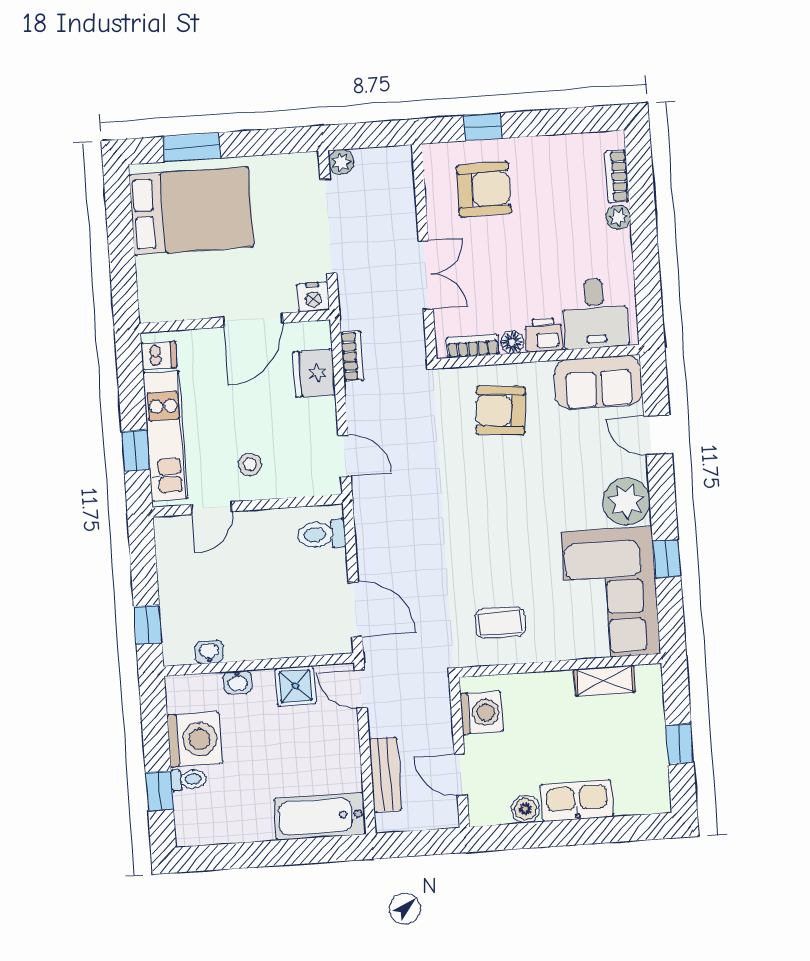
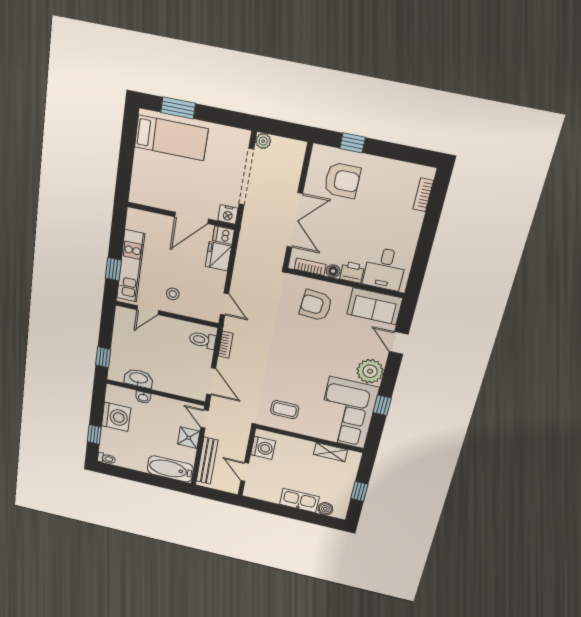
bed: (191, 211) -> (171, 138), width x0.67
plant: (618, 217) -> (416, 219), removed
double door: (426, 275) -> (295, 220), width x1.37
dishwasher: (159, 356) -> (223, 235), moved, turned 180
bookcase: (352, 356) -> (226, 345), moved
washbasin: (209, 652) -> (139, 378), width x1.91, depth x1.45
shower: (295, 686) -> (189, 438), moved
bench: (385, 775) -> (207, 461), width x1.36
toilet: (189, 779) -> (106, 459), moved
boiler: (525, 809) -> (325, 509), moved

